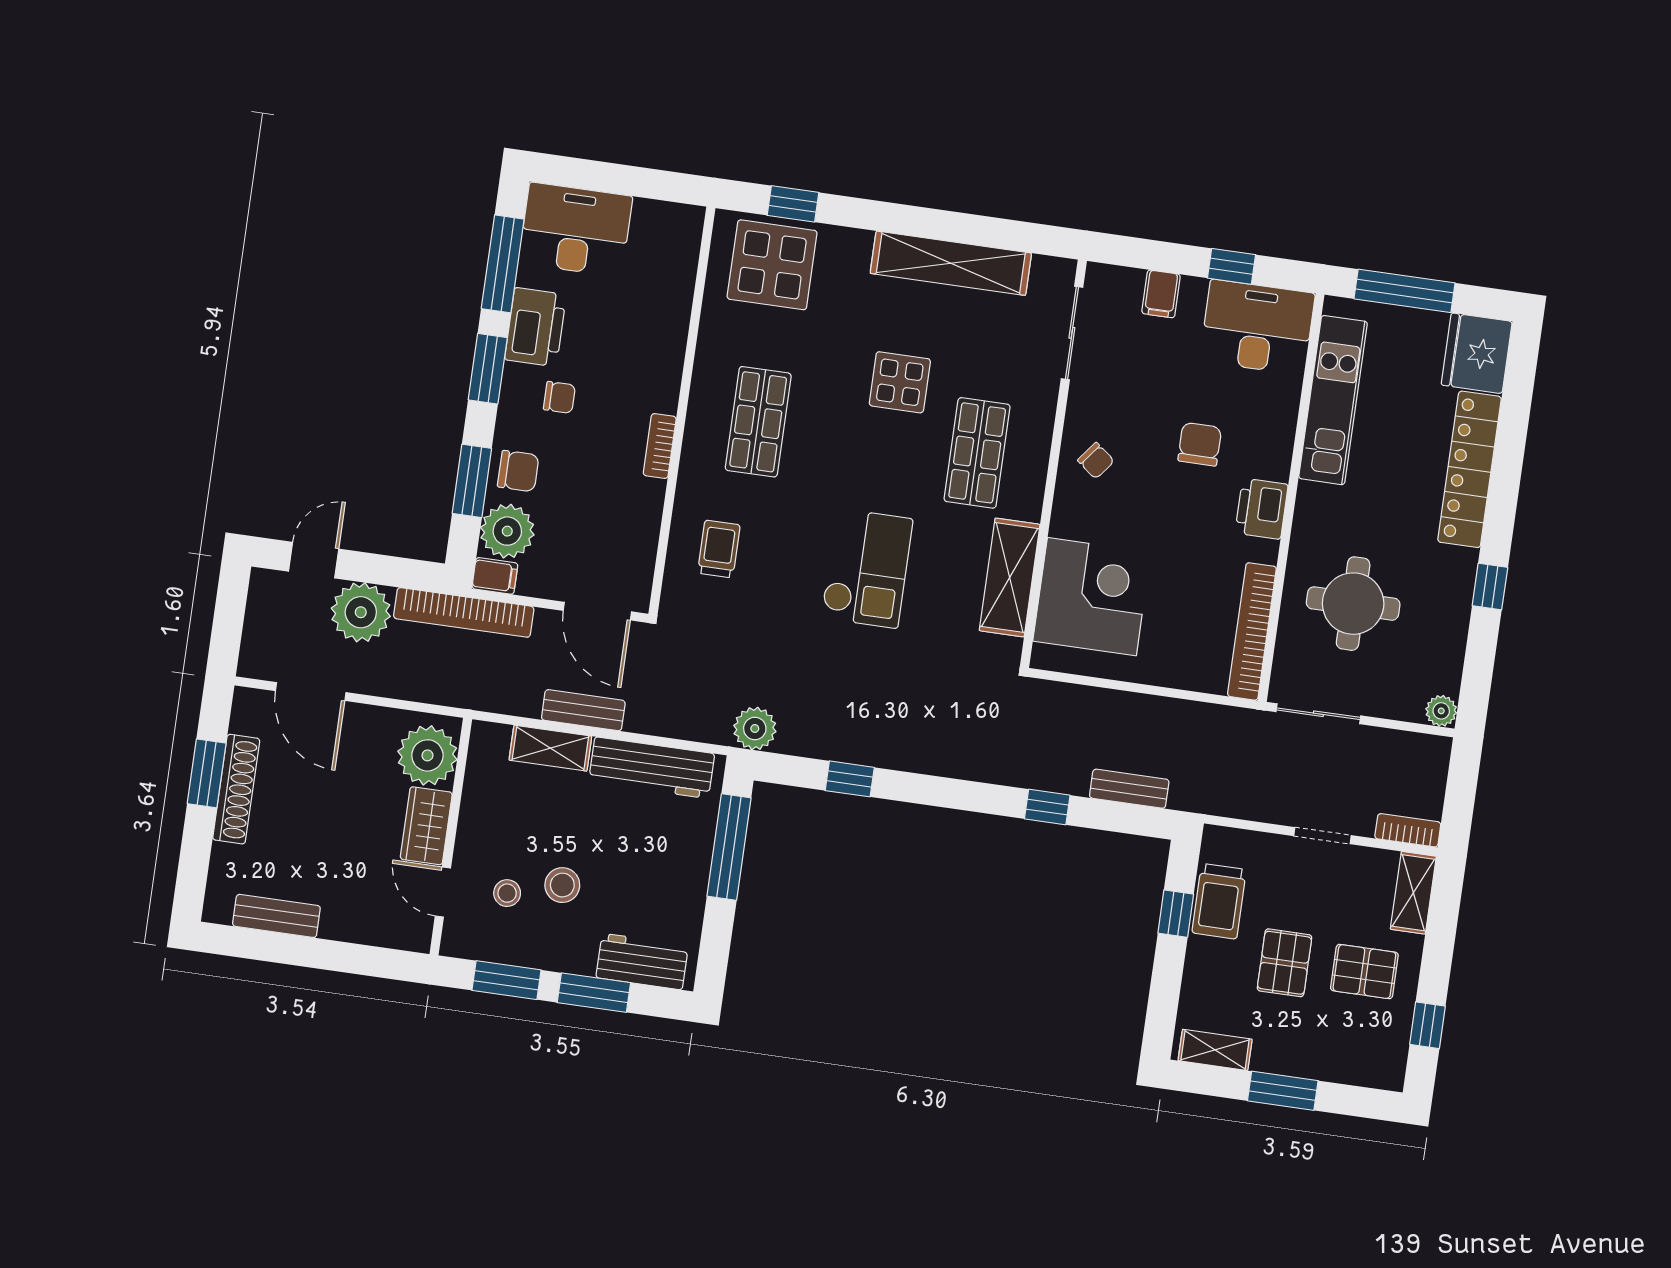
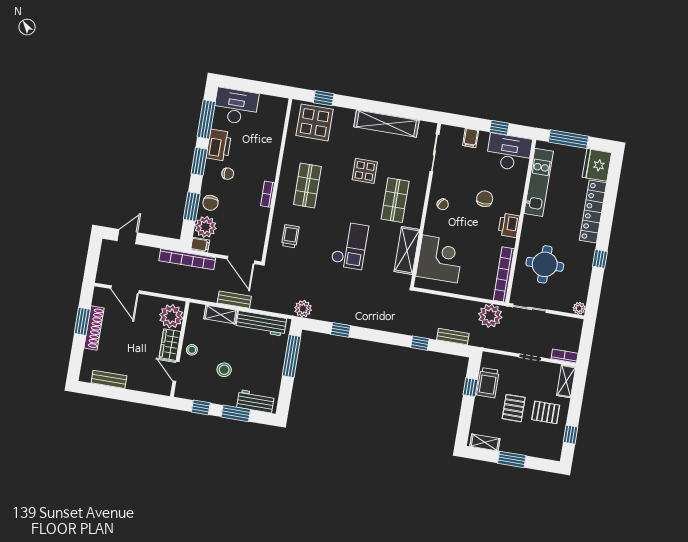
chair: (518, 471) -> (210, 203), turned 90
plant: (361, 612) -> (490, 316), moved
stool: (507, 893) -> (192, 350), moved
window: (507, 980) -> (201, 407), width x0.67

